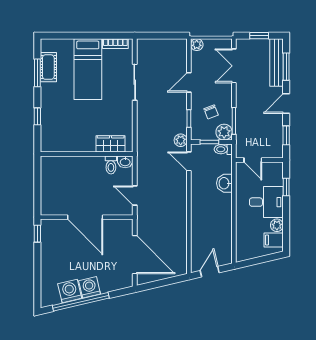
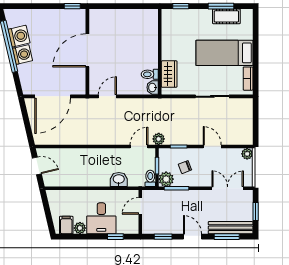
wardrobe: (111, 144) -> (169, 74), moved
wall: (87, 154) -> (160, 52), moved
washbasin: (125, 162) -> (153, 87), moved
toilet: (111, 165) -> (150, 74), moved

